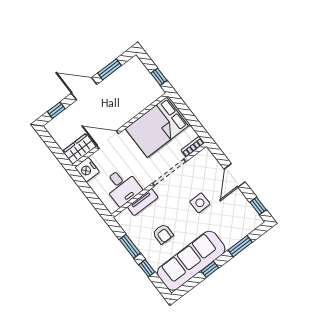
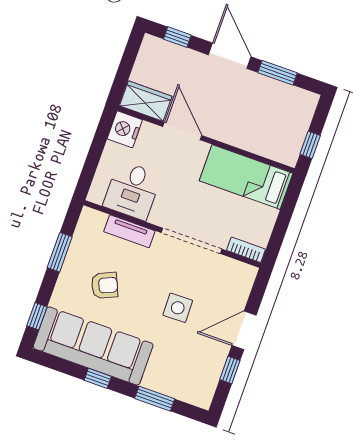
bed: (158, 127) -> (246, 177), width x0.67
window: (258, 206) -> (230, 370), moved
armchair: (163, 234) -> (105, 285), turned -114
window: (147, 268) -> (37, 316), moved

